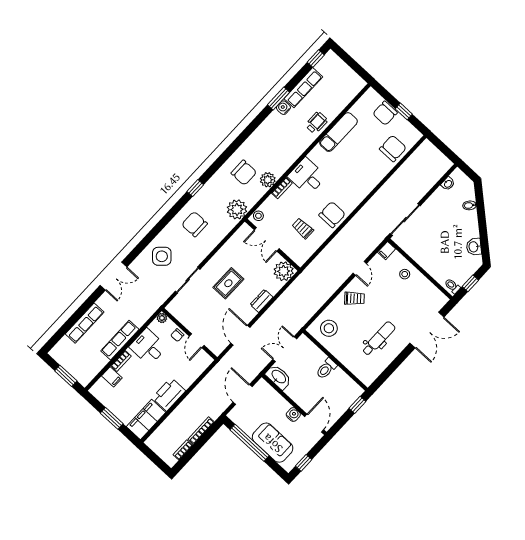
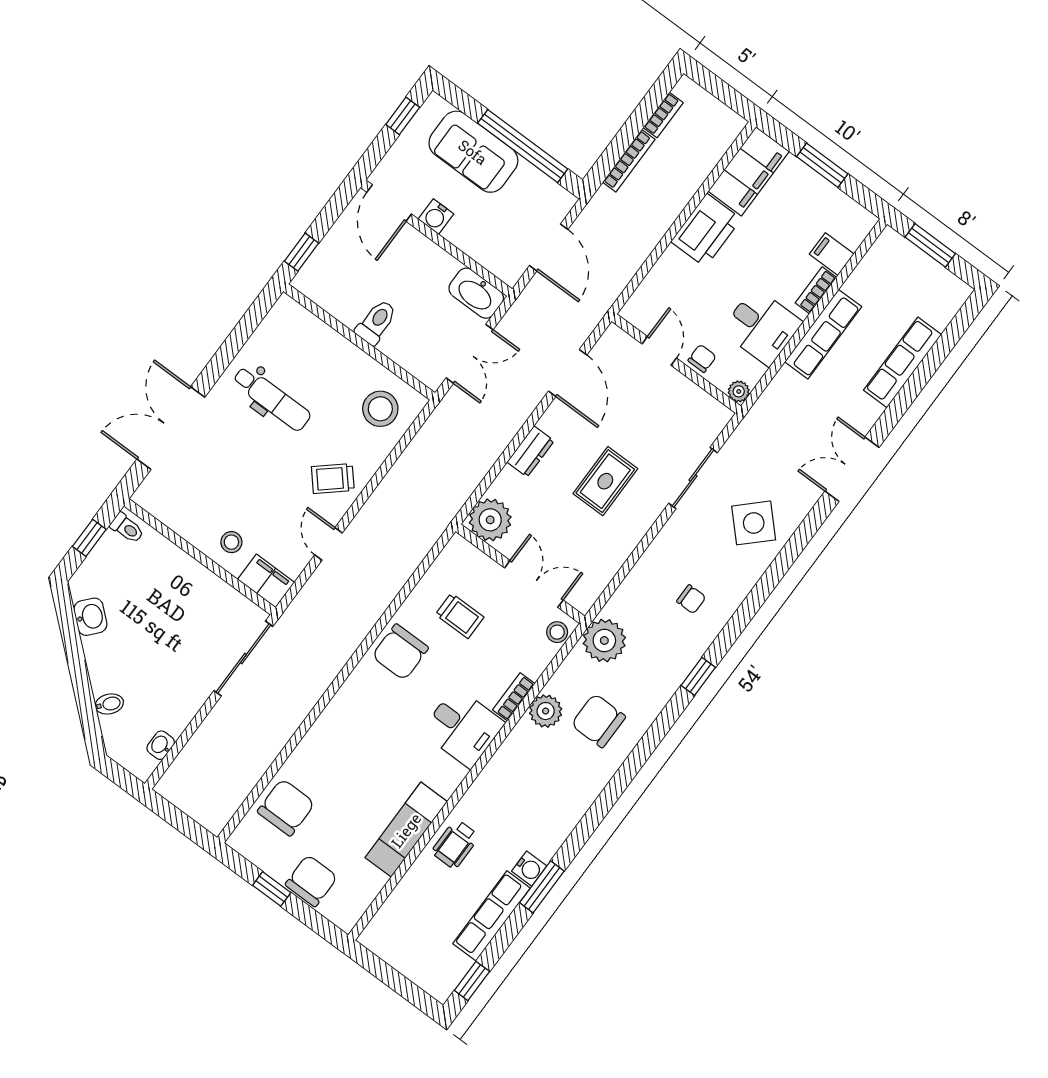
chair: (393, 148) -> (286, 807), turned 180
chair: (195, 224) -> (691, 599), width x0.54, depth x0.54
filing cabinet: (387, 251) -> (266, 581), width x2.00
dental chair: (379, 339) -> (272, 398), turned -90

